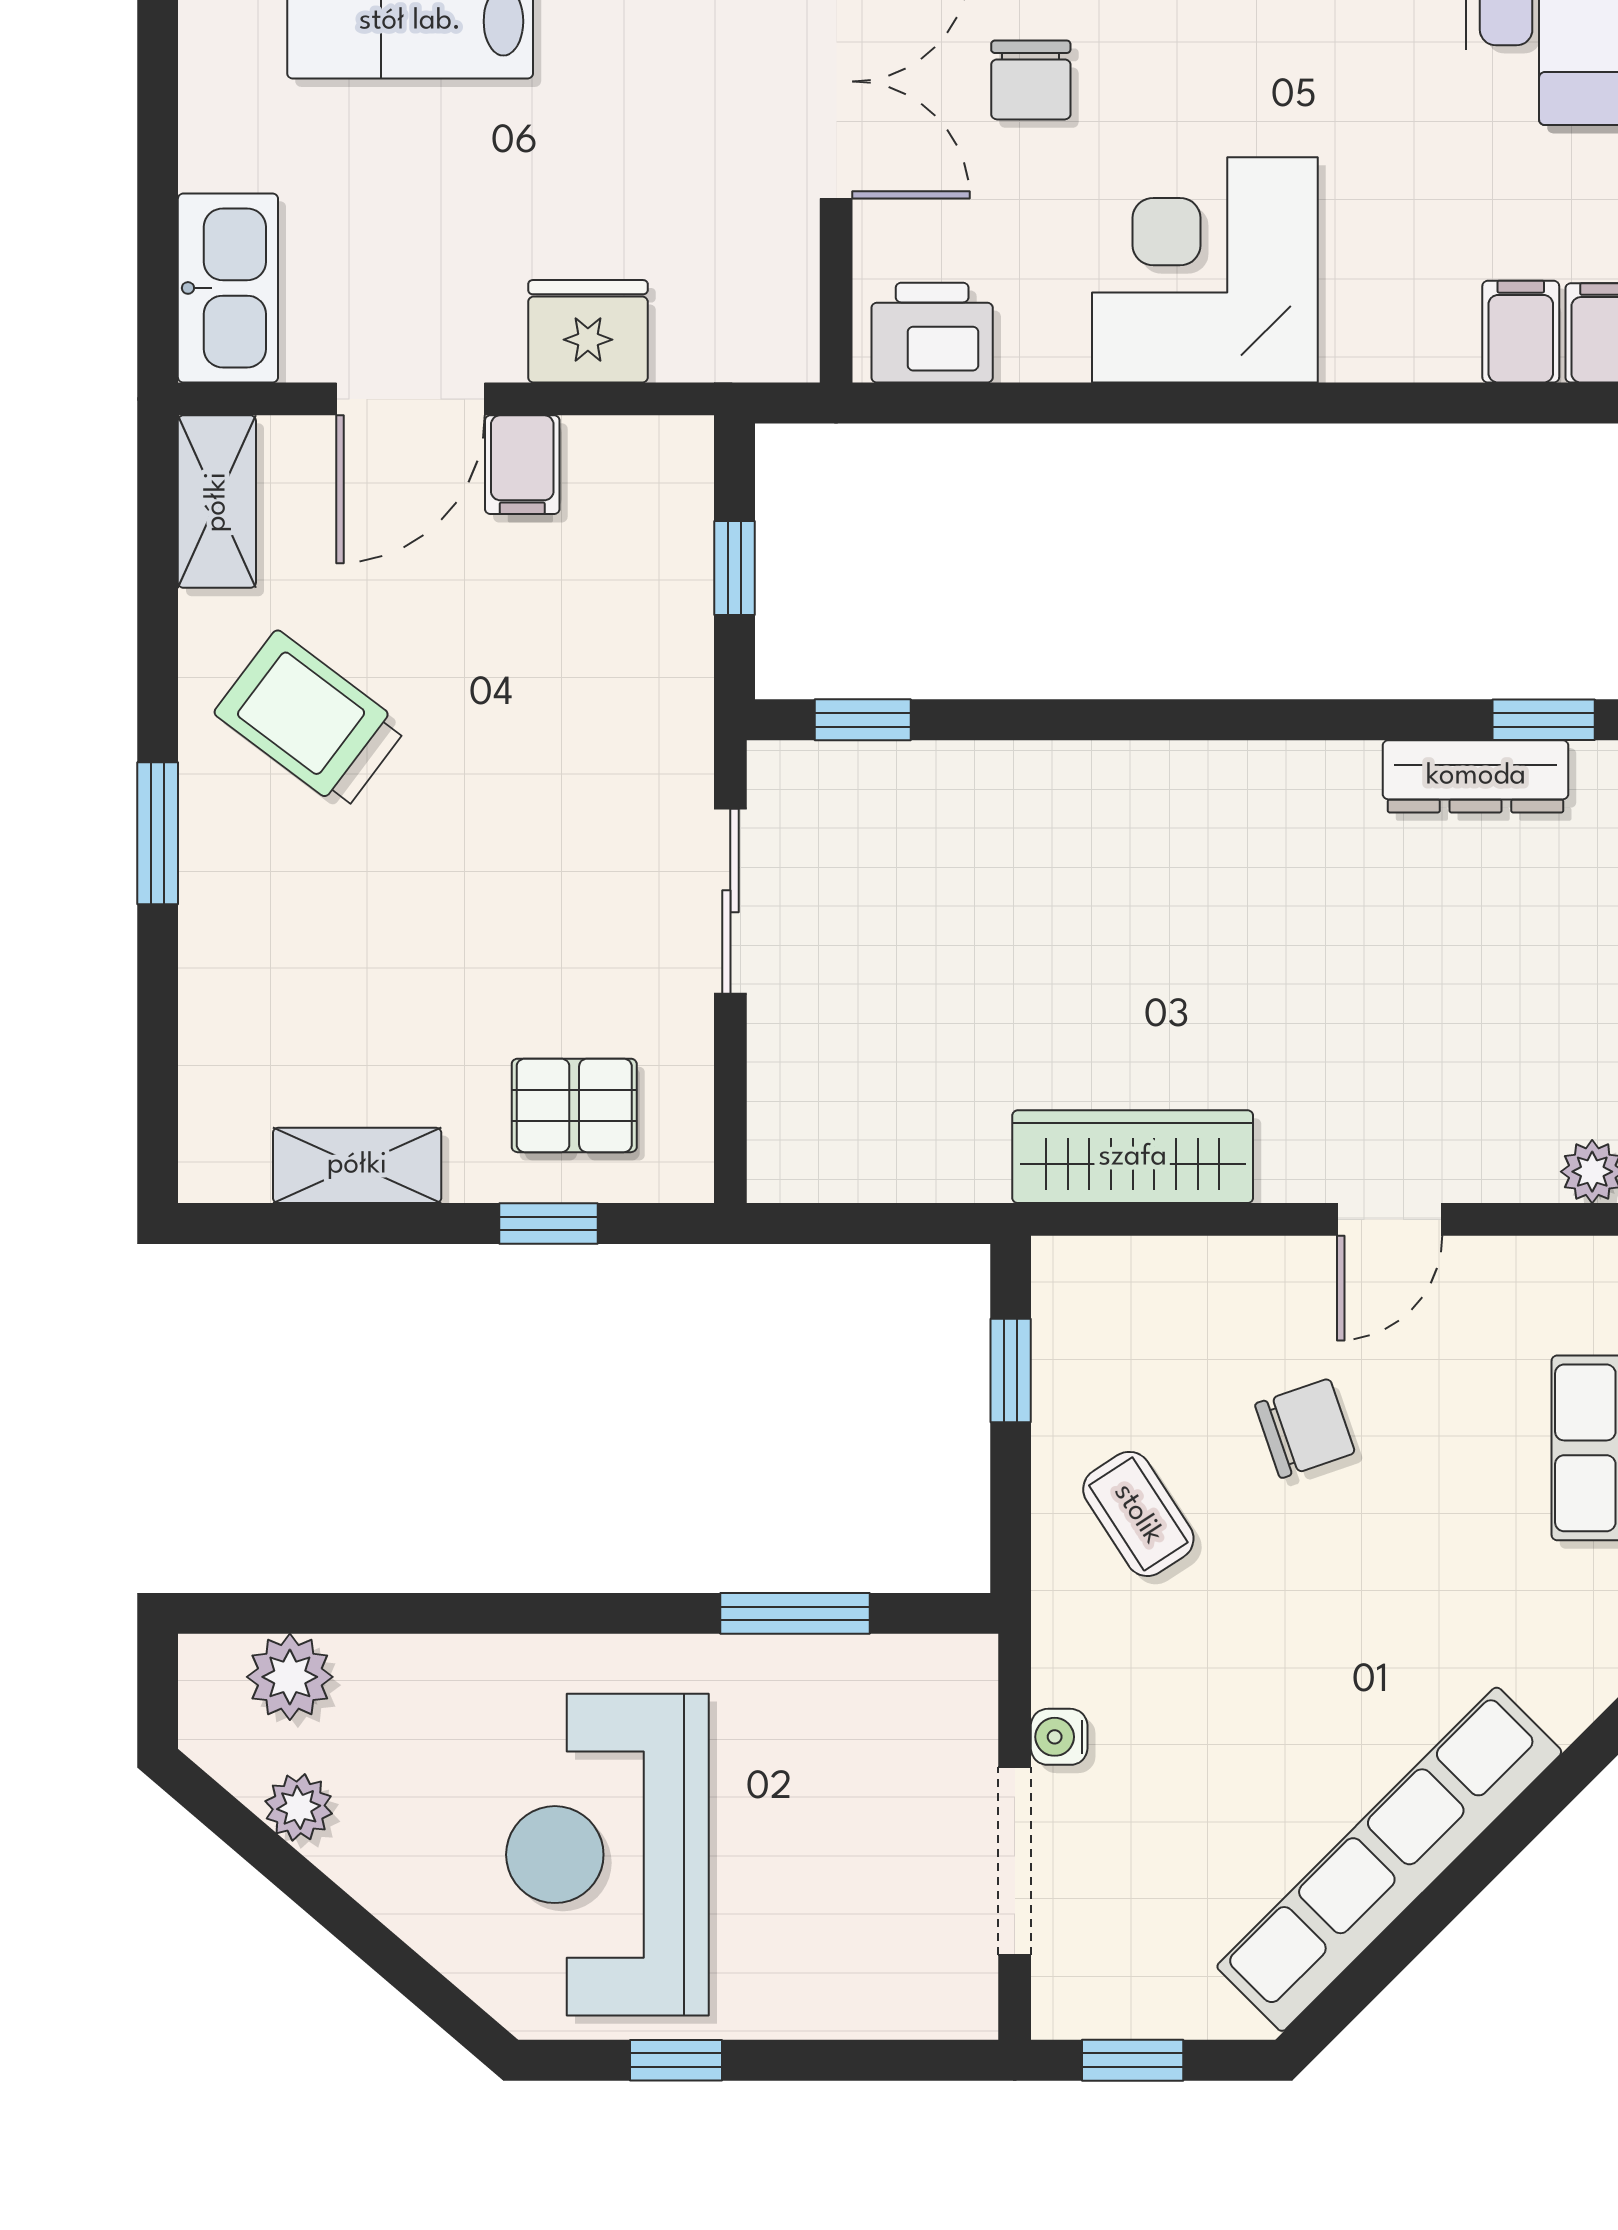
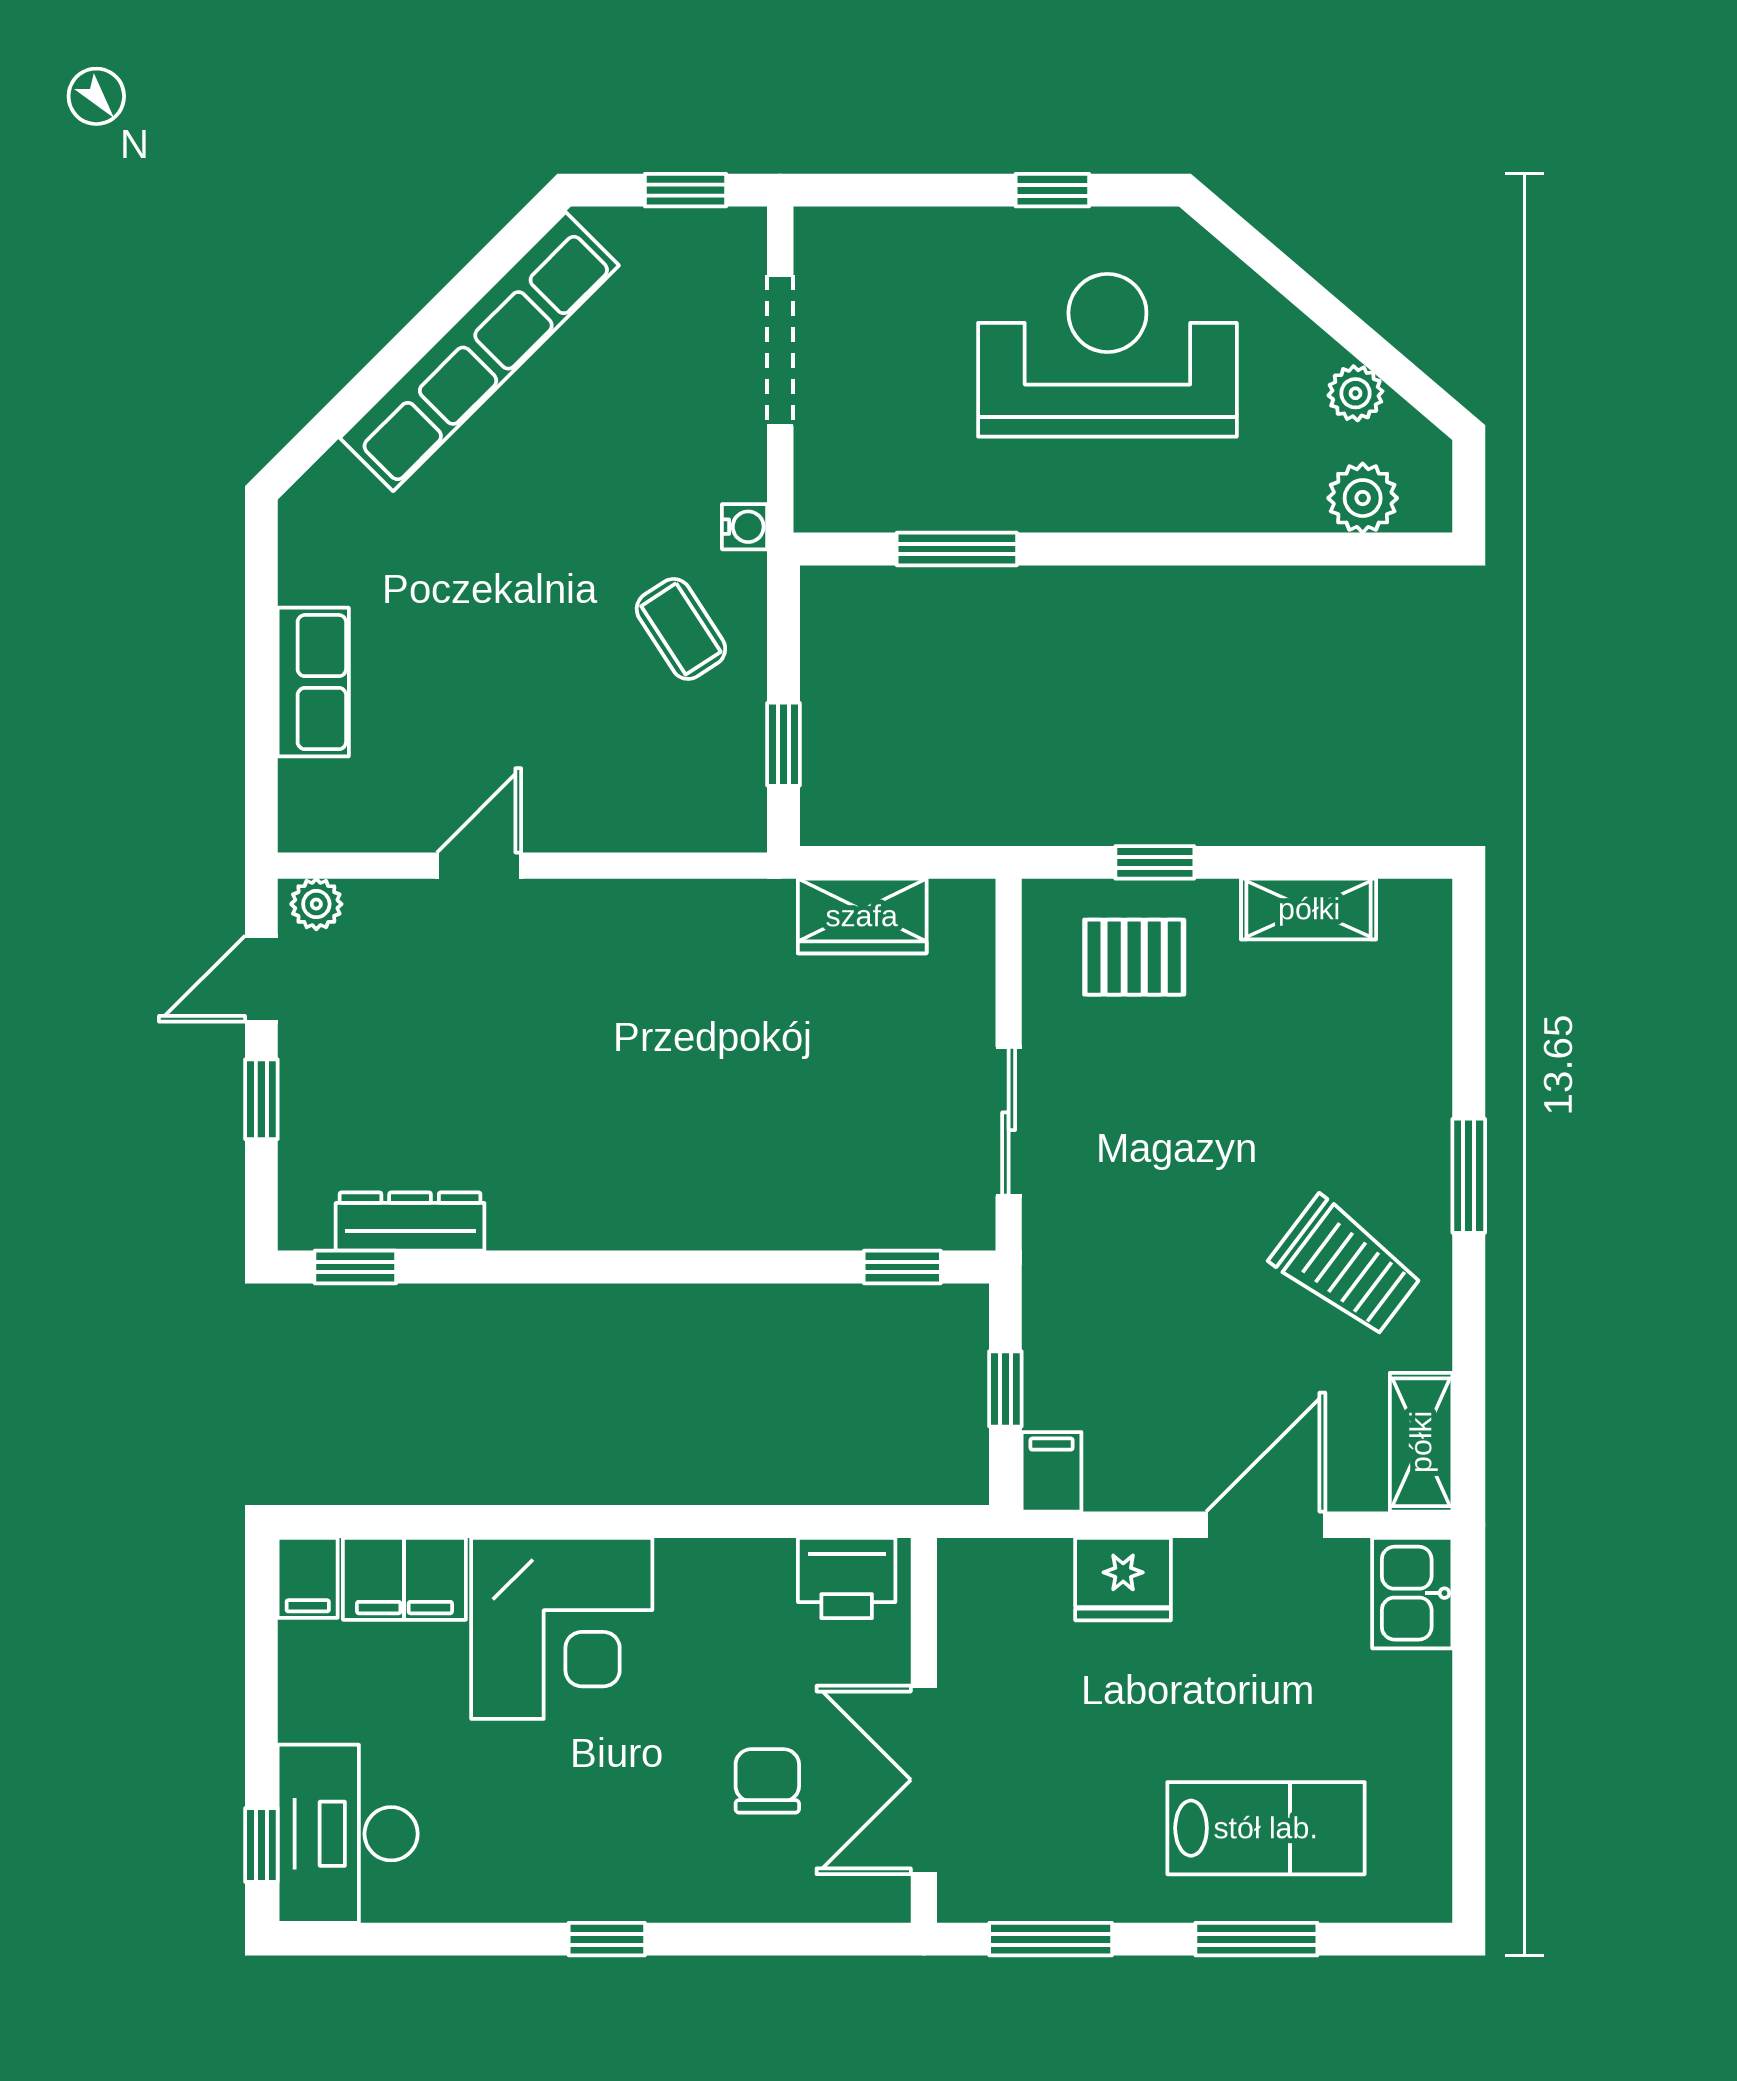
corner desk: (1205, 270) -> (562, 1628), moved
kitchen sink: (228, 288) -> (1412, 1593), width x0.73
filing cabinet: (1521, 332) -> (404, 1579), width x2.00
filing cabinet: (522, 465) -> (1052, 1472), moved
wardrobe: (1133, 1157) -> (862, 916), moved, width x0.67
chair: (1305, 1428) -> (547, 698), removed
water cooler: (1059, 1737) -> (745, 527), moved
reception desk: (607, 1855) -> (1107, 355), turned -90

